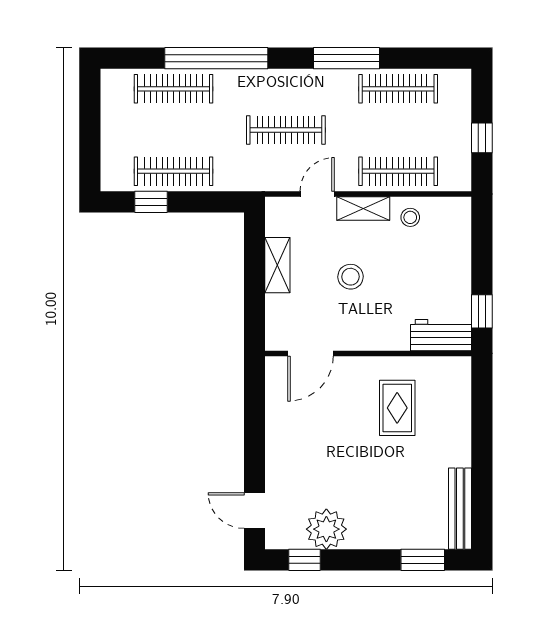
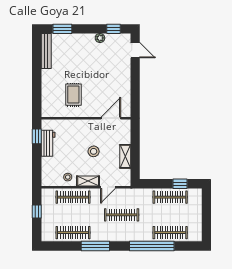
workbench: (441, 335) -> (48, 143), moved, turned -90
plant: (326, 529) -> (100, 38), width x0.53, depth x0.53

